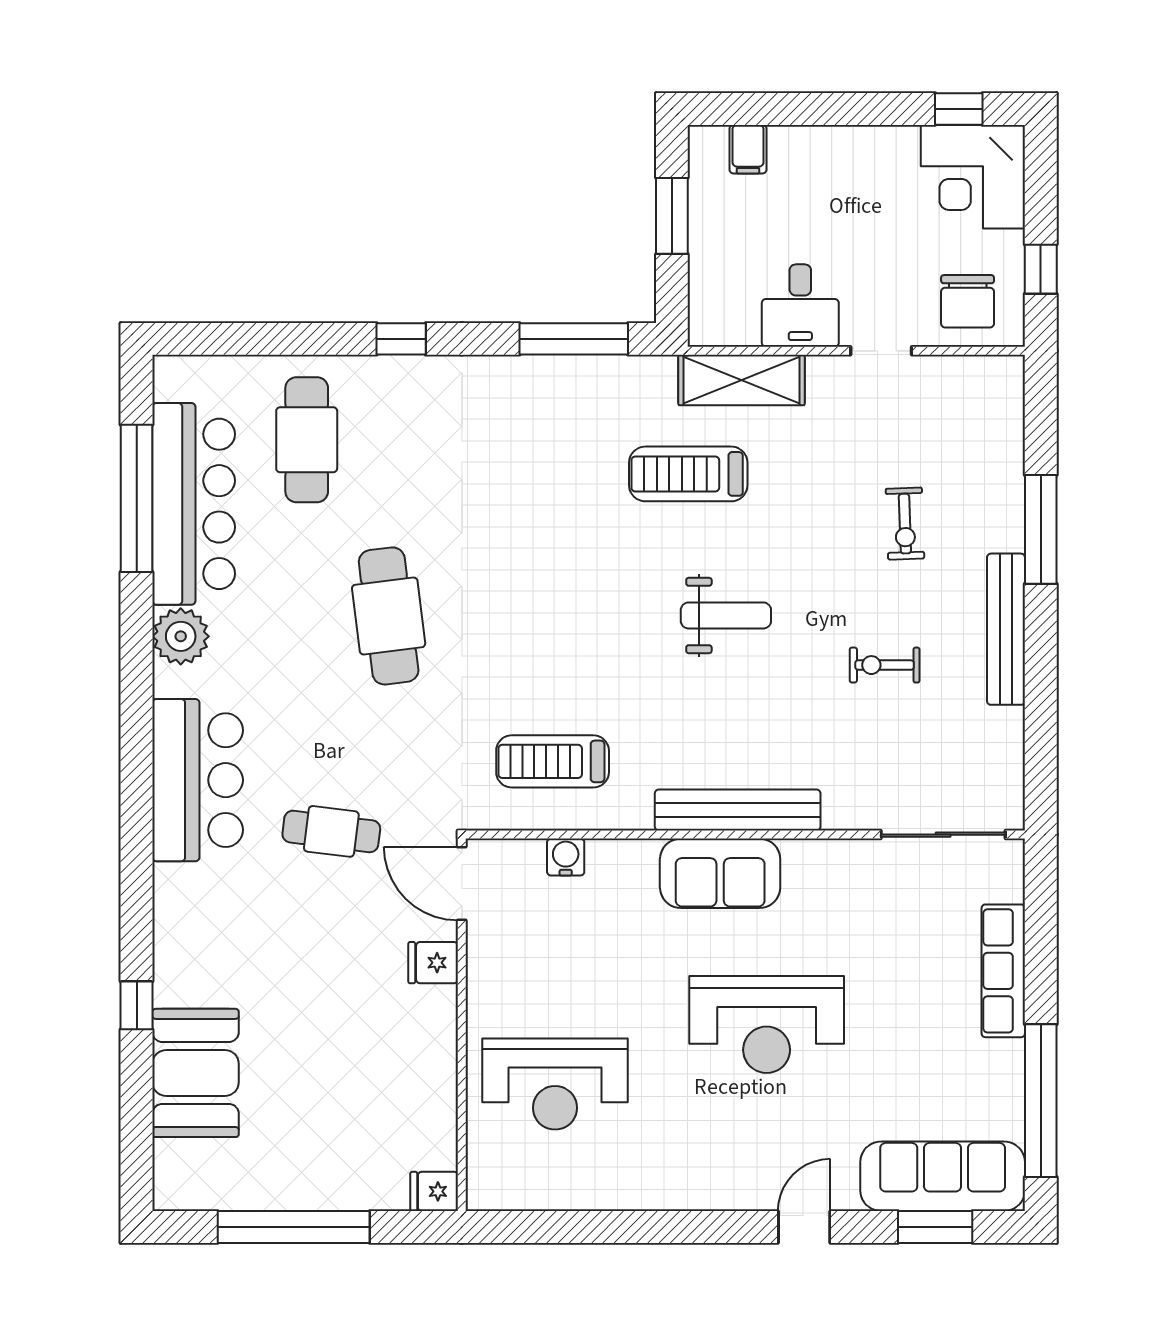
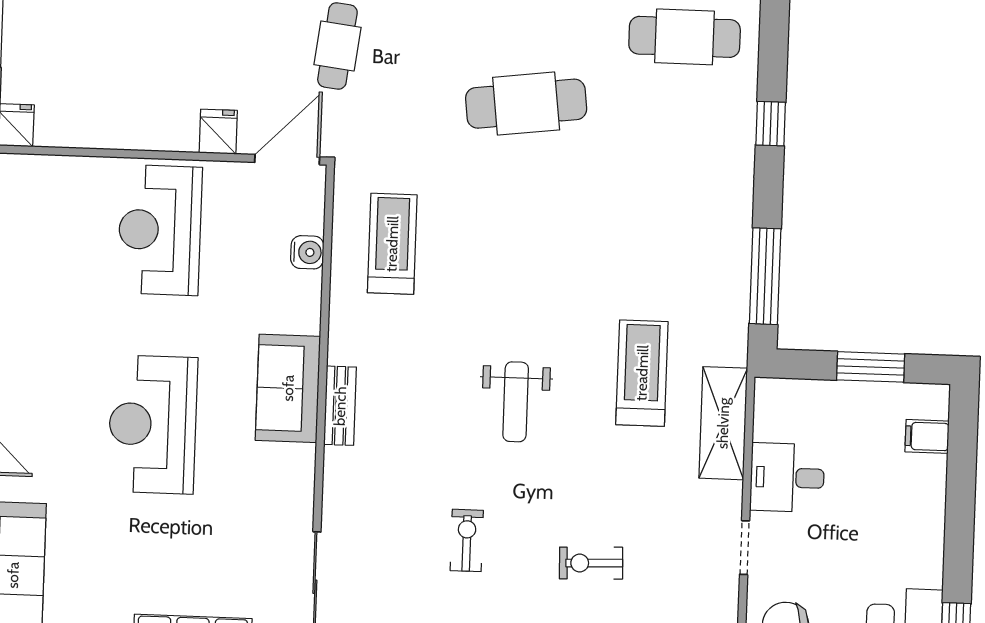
bench: (738, 810) -> (340, 406), width x0.54, depth x0.82
reception desk: (555, 1084) -> (160, 230), moved

